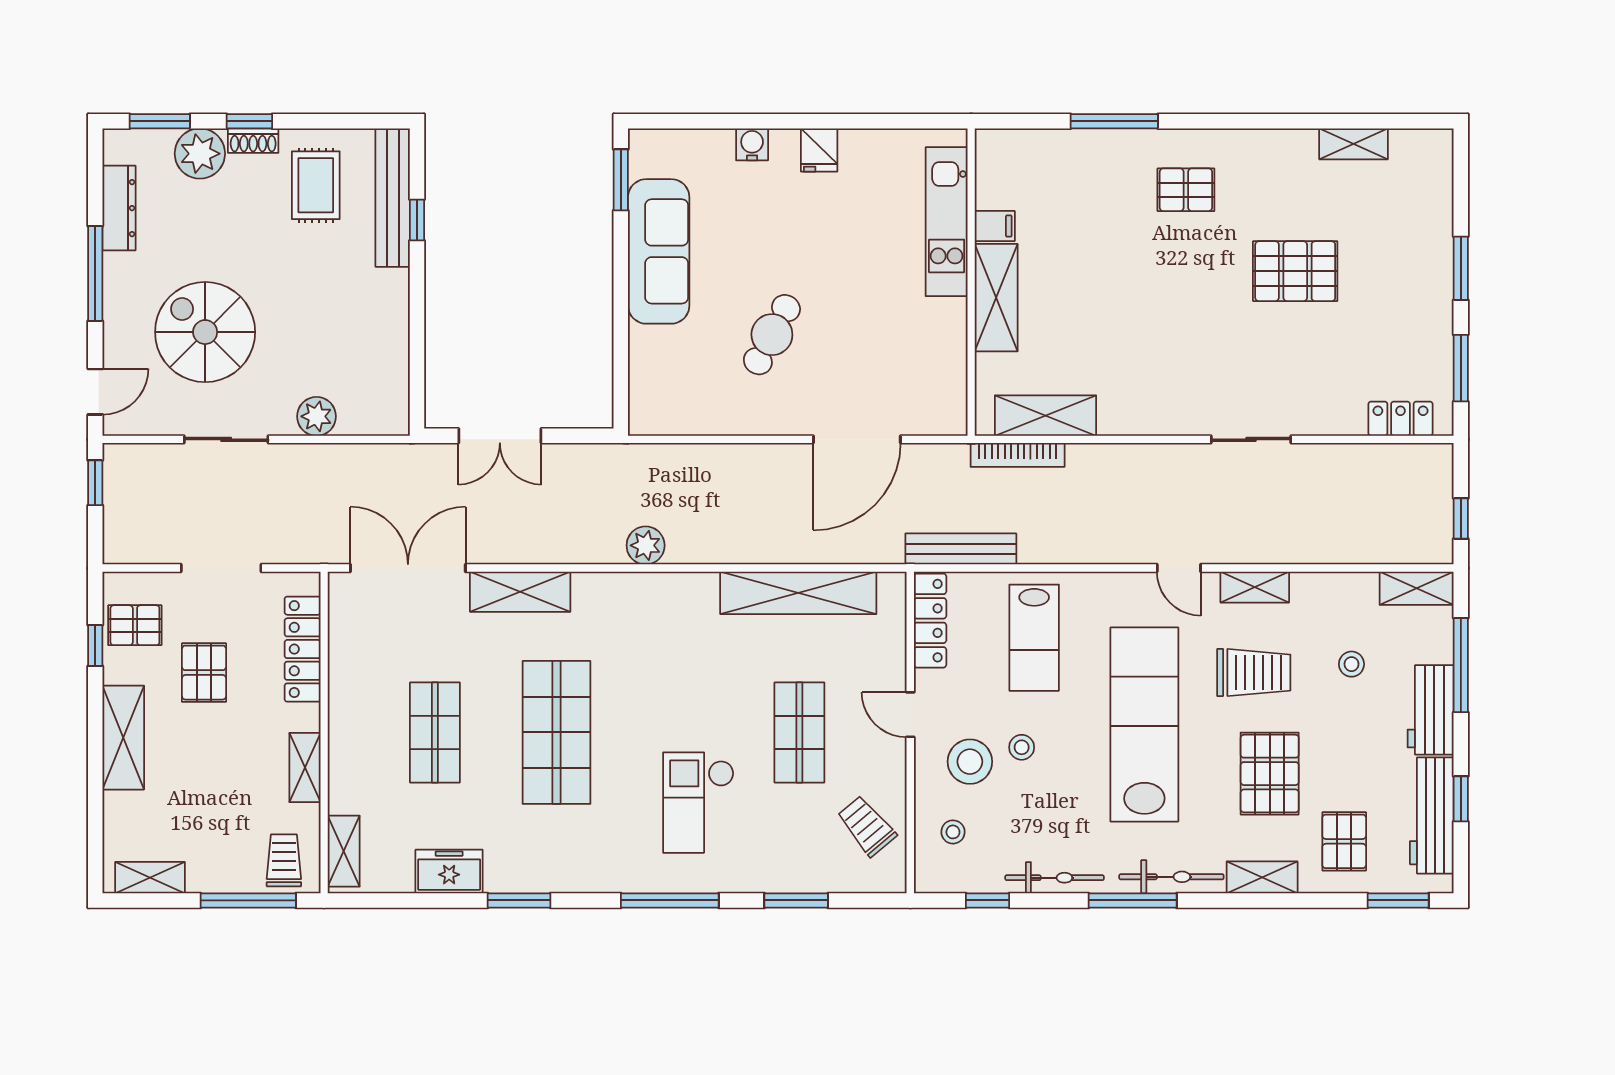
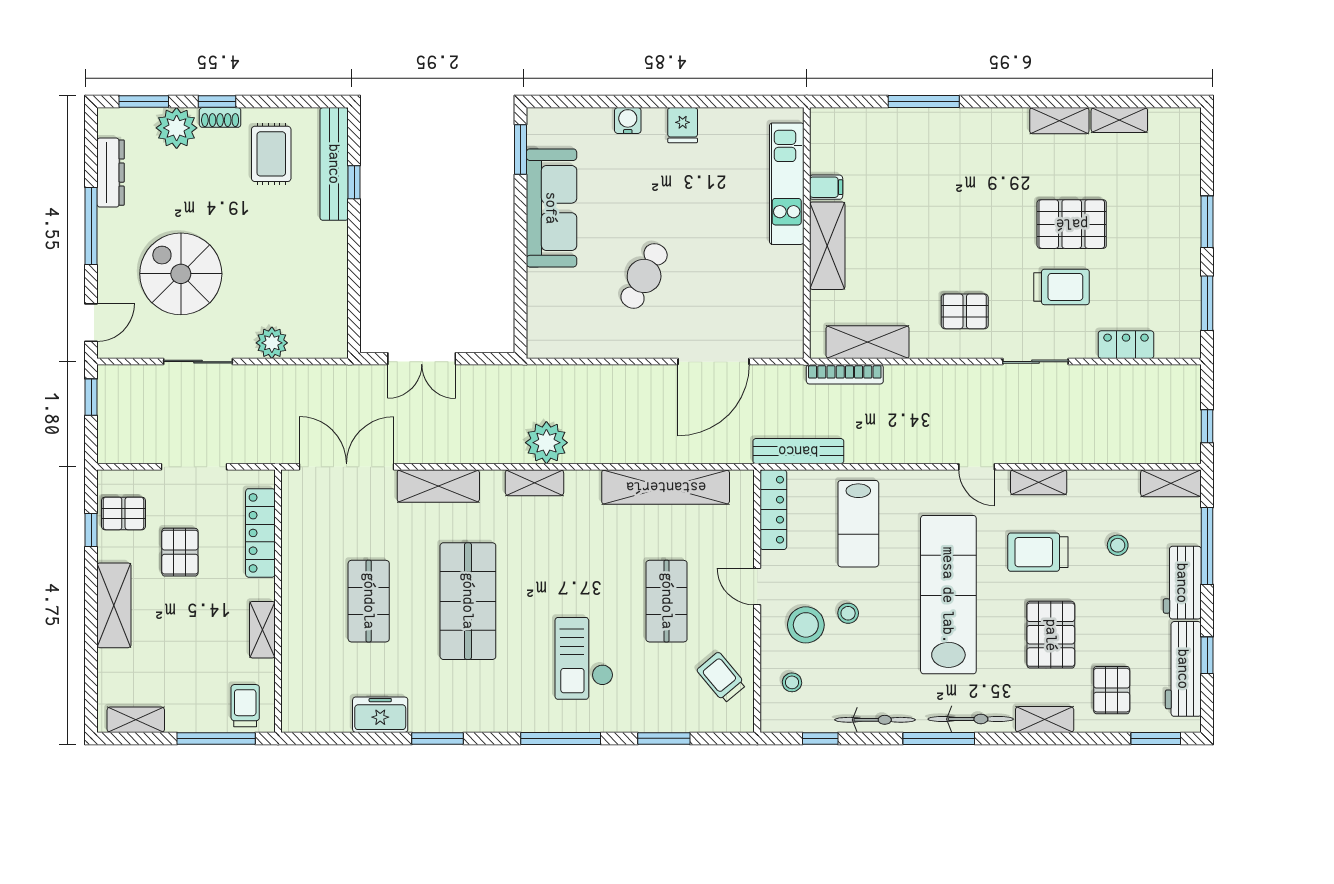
shelving: (1280, 145) -> (1059, 121), added
pallet: (1186, 190) -> (965, 311), moved
trolley: (1283, 348) -> (1061, 287), added
locker: (1400, 419) -> (1126, 345), moved
plant: (646, 545) -> (546, 443), width x1.36, depth x1.36
trolley: (1254, 673) -> (1038, 552), turned 180
shelving: (344, 851) -> (534, 483), moved, turned 90

